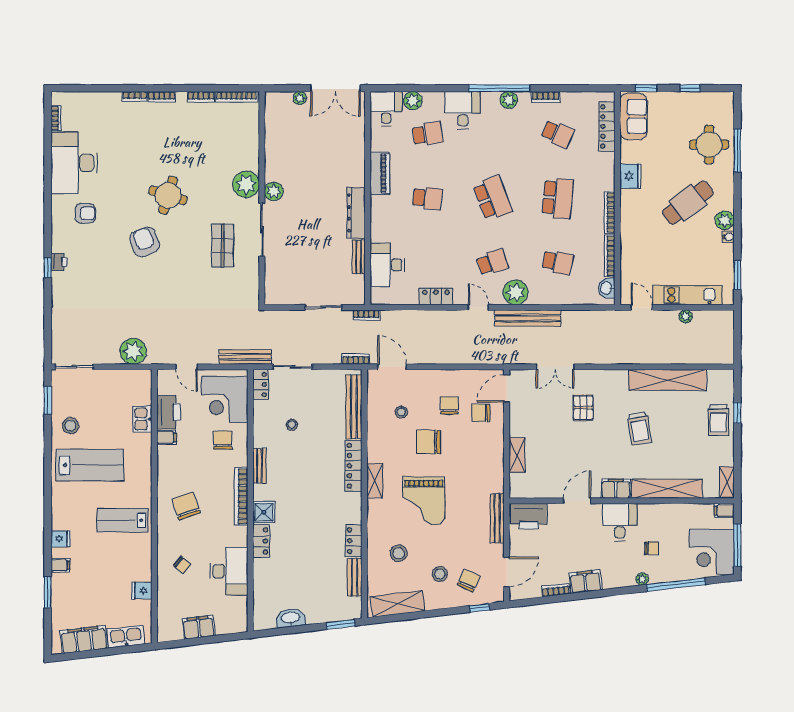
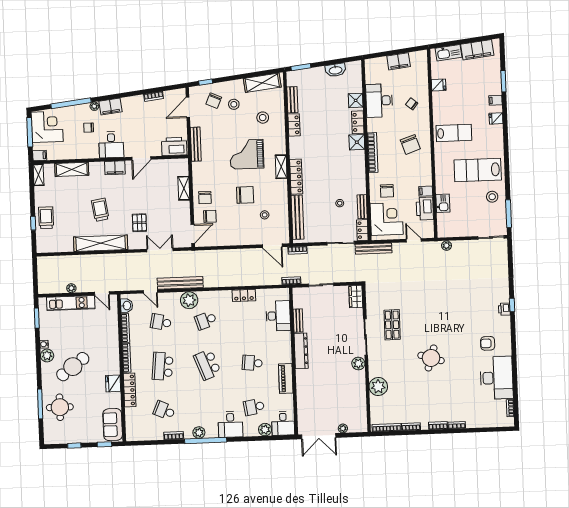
double door: (335, 88) -> (319, 436), swing flipped
locker: (607, 126) -> (130, 390), moved
plant: (246, 184) -> (378, 387), moved
armchair: (145, 242) -> (446, 325), removed
wardrobe: (274, 289) -> (356, 296), added
door: (478, 307) -> (150, 291), moved
plant: (133, 351) -> (447, 246), width x0.53, depth x0.53
shelving: (668, 380) -> (101, 243), moved
window: (48, 400) -> (509, 214), width x1.44
chair: (449, 405) -> (205, 198), moved
bench: (259, 466) -> (362, 207), moved
shelving: (667, 489) -> (72, 169), width x0.68
grand piano: (424, 501) -> (247, 154), turned -90
shower: (263, 573) -> (356, 100), added
filing cabinet: (586, 582) -> (110, 107), moved

